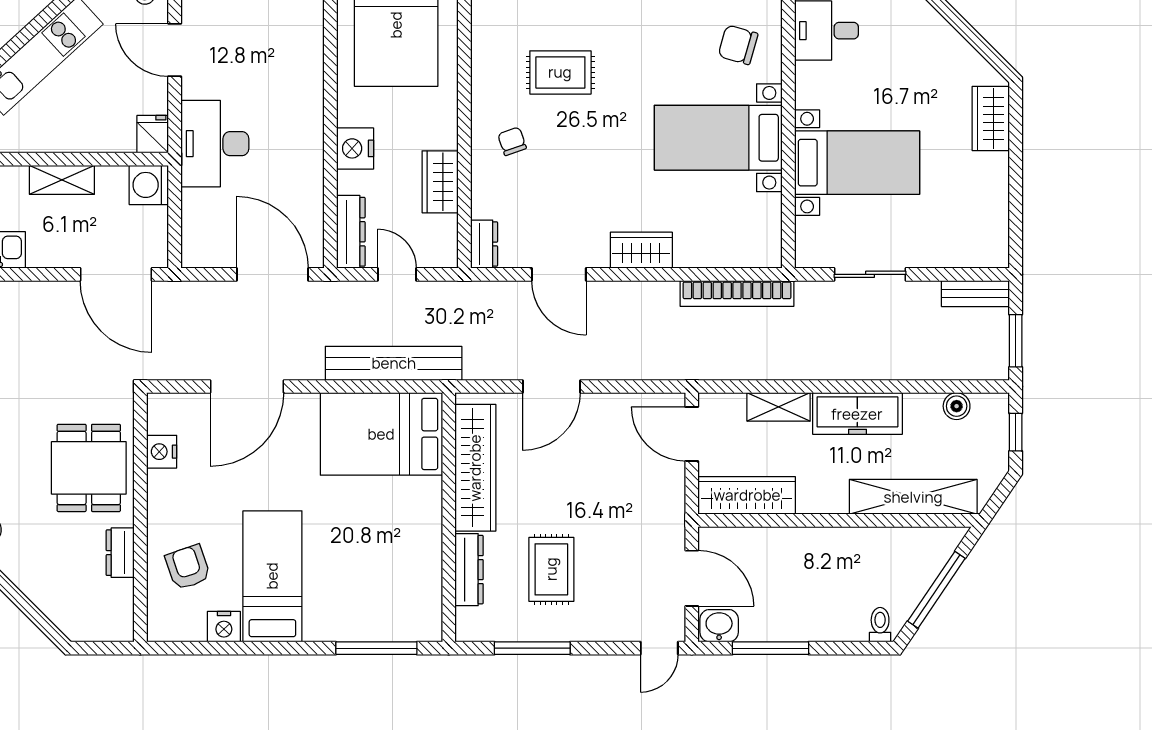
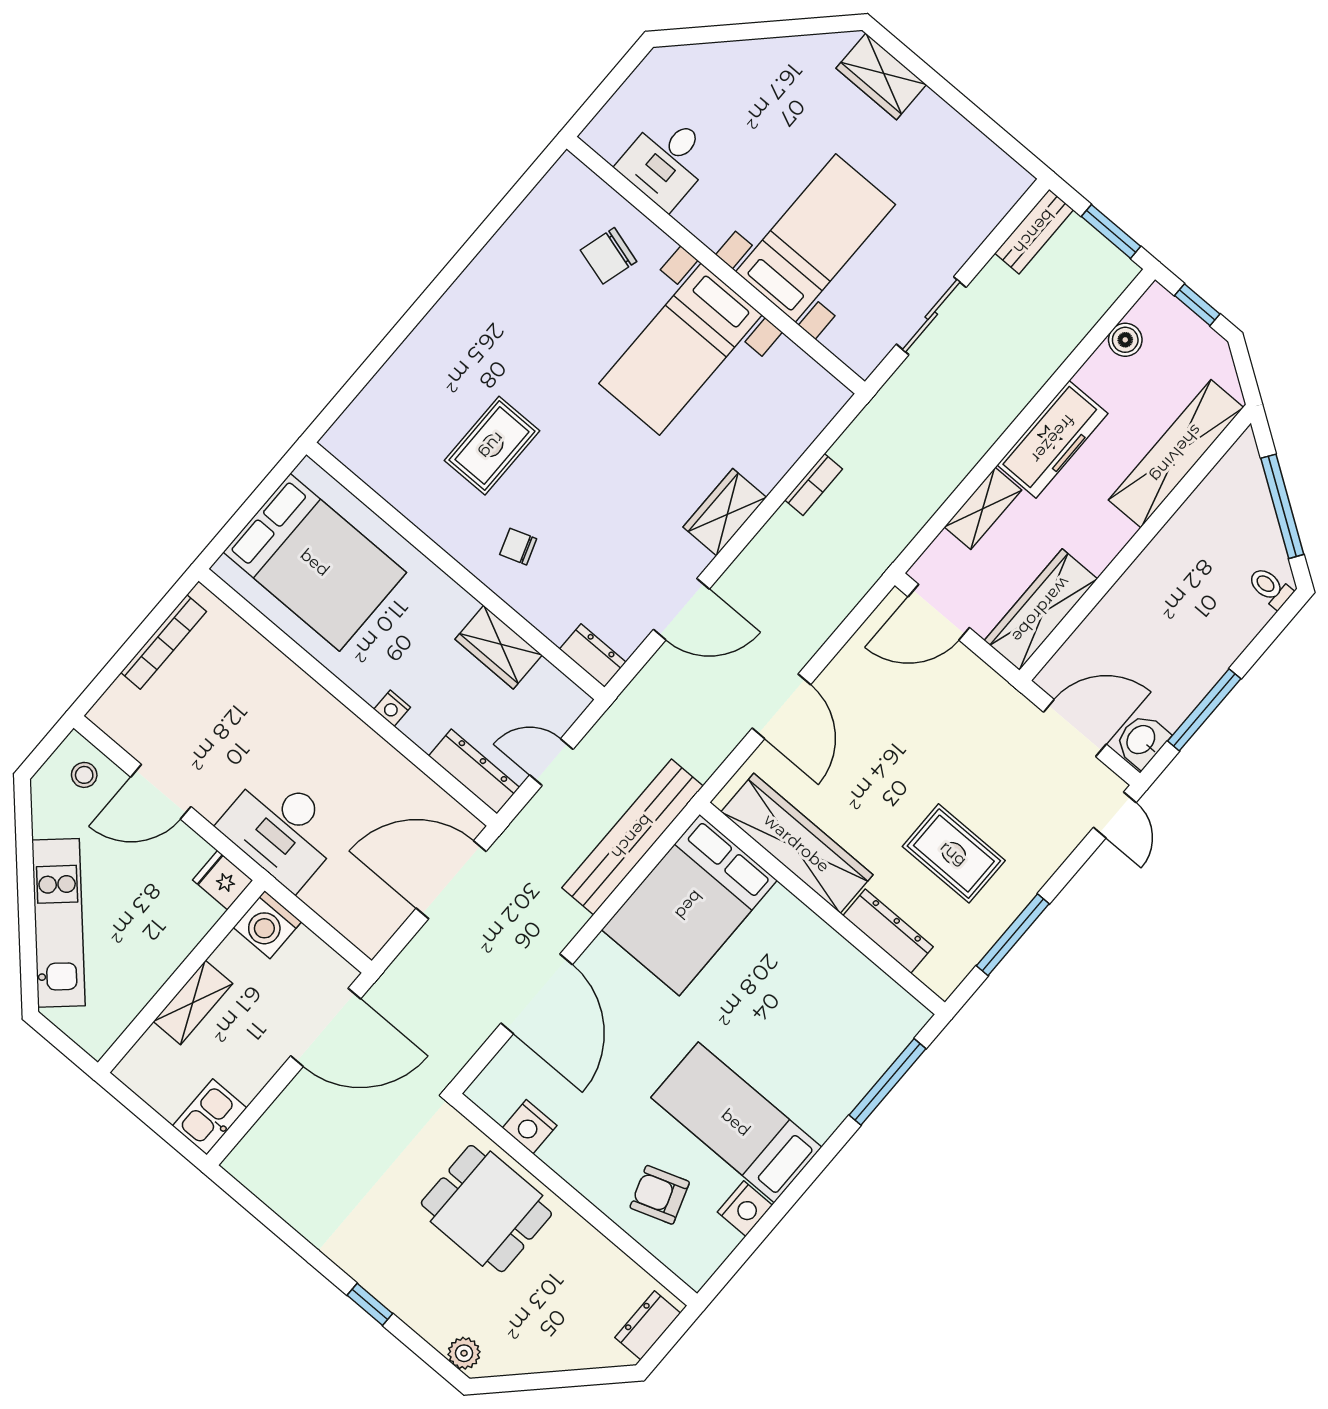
nightstand: (355, 148) -> (392, 708), width x0.53, depth x0.56
bookcase: (737, 293) -> (814, 485), width x0.43, depth x0.76
dresser: (120, 553) -> (648, 1325), moved, turned 90

